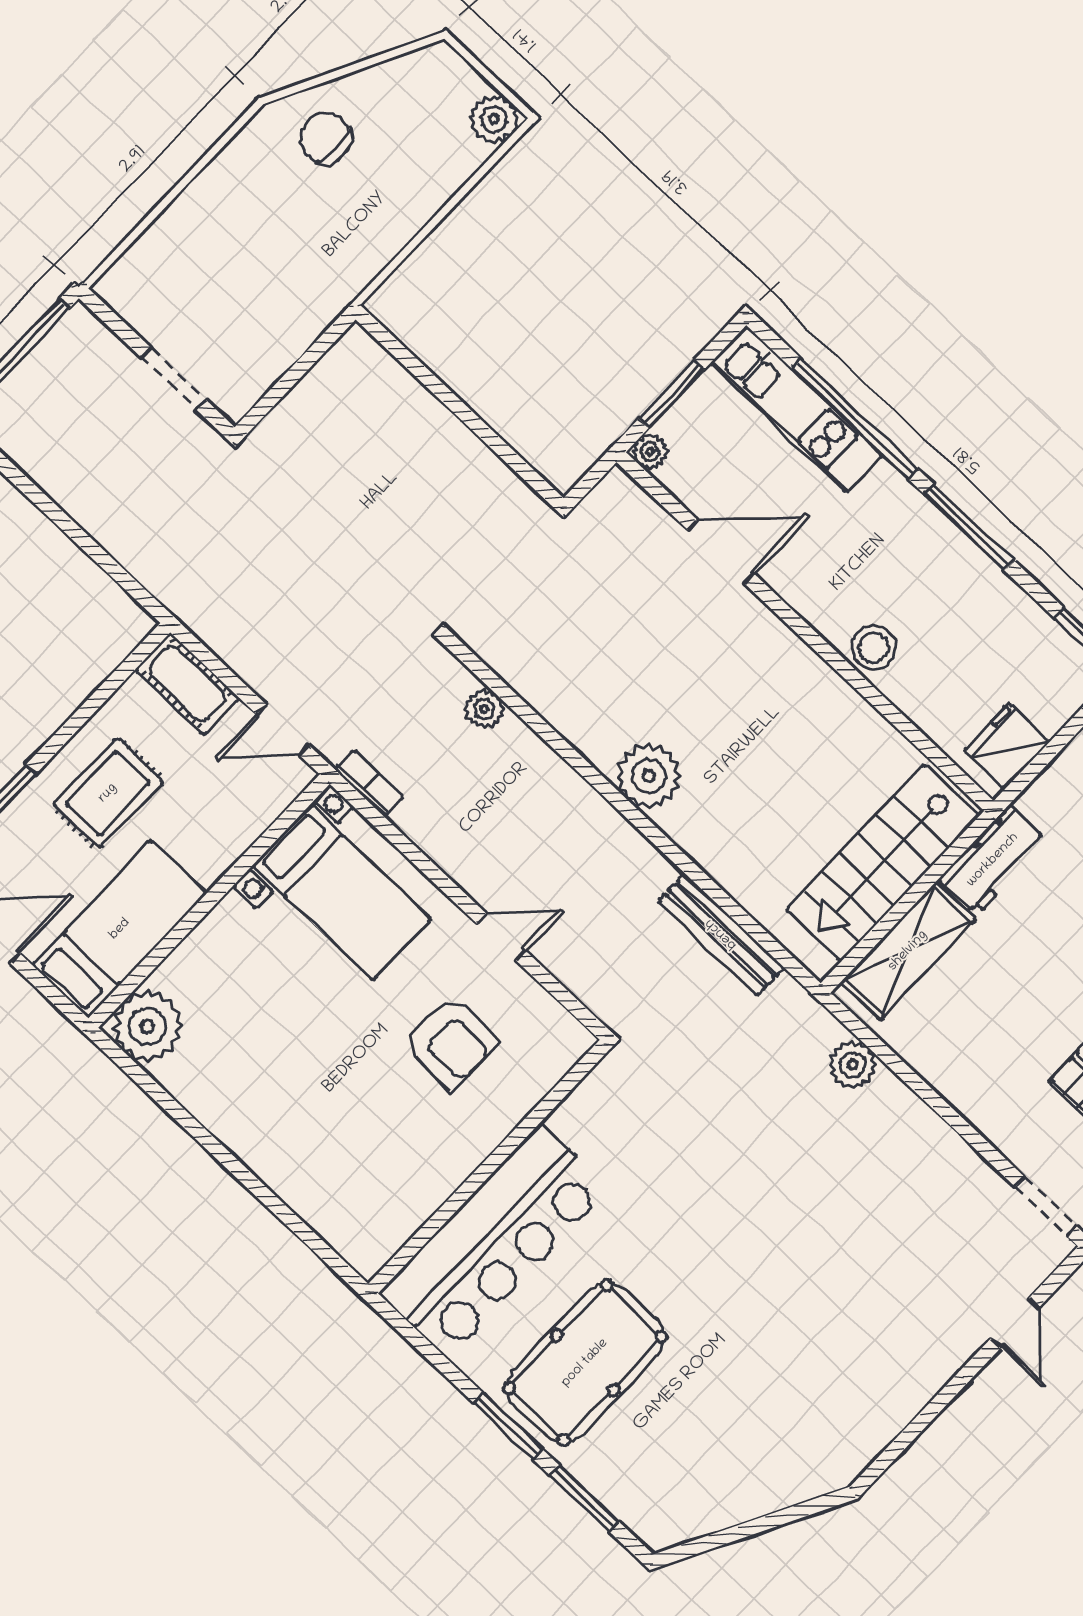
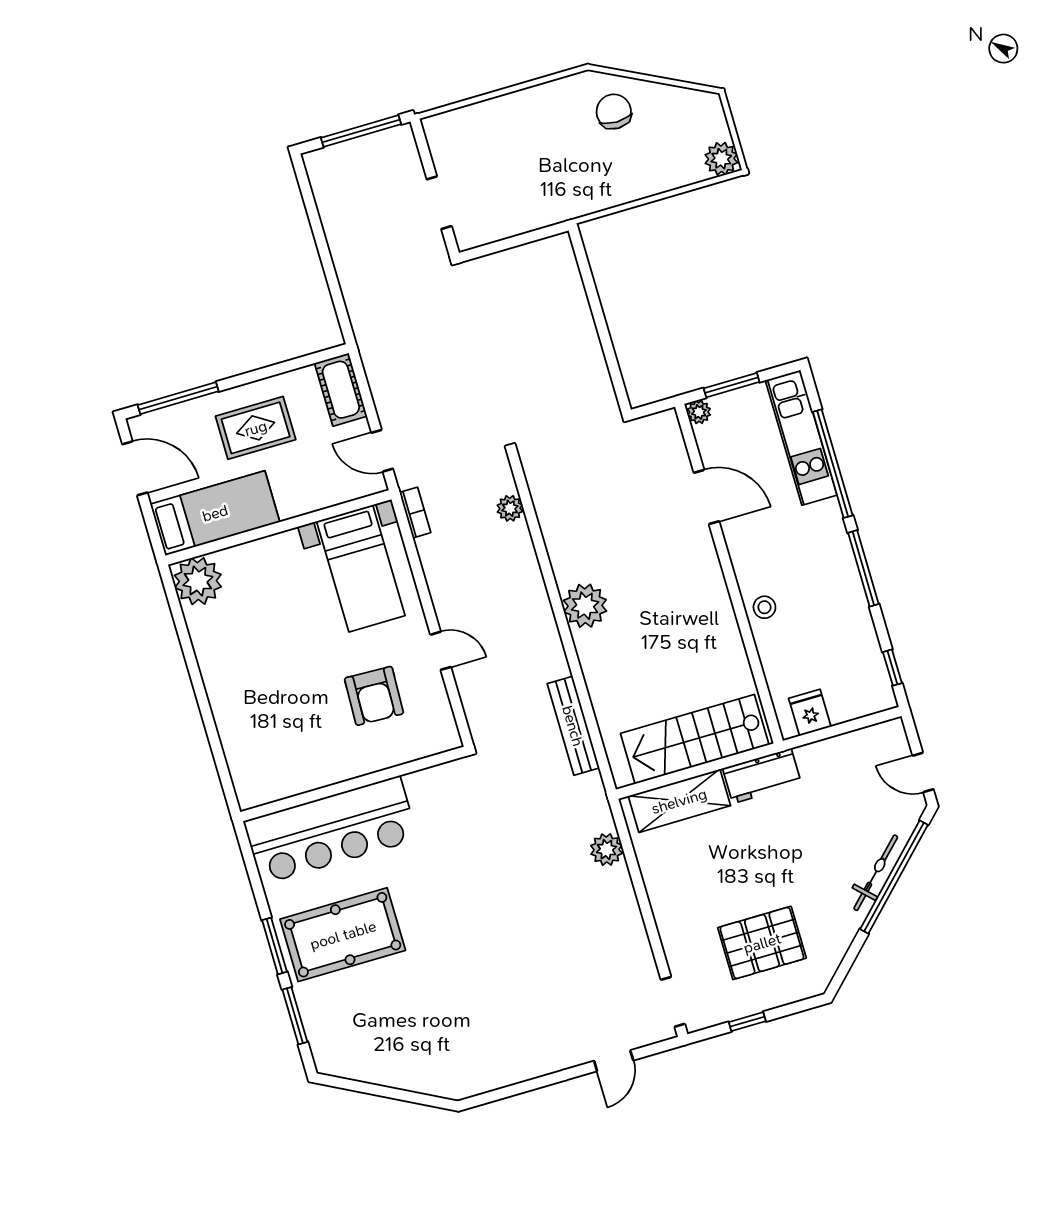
stool: (874, 647) -> (764, 607), width x0.73, depth x0.73
fridge: (1007, 746) -> (810, 713), width x0.72

